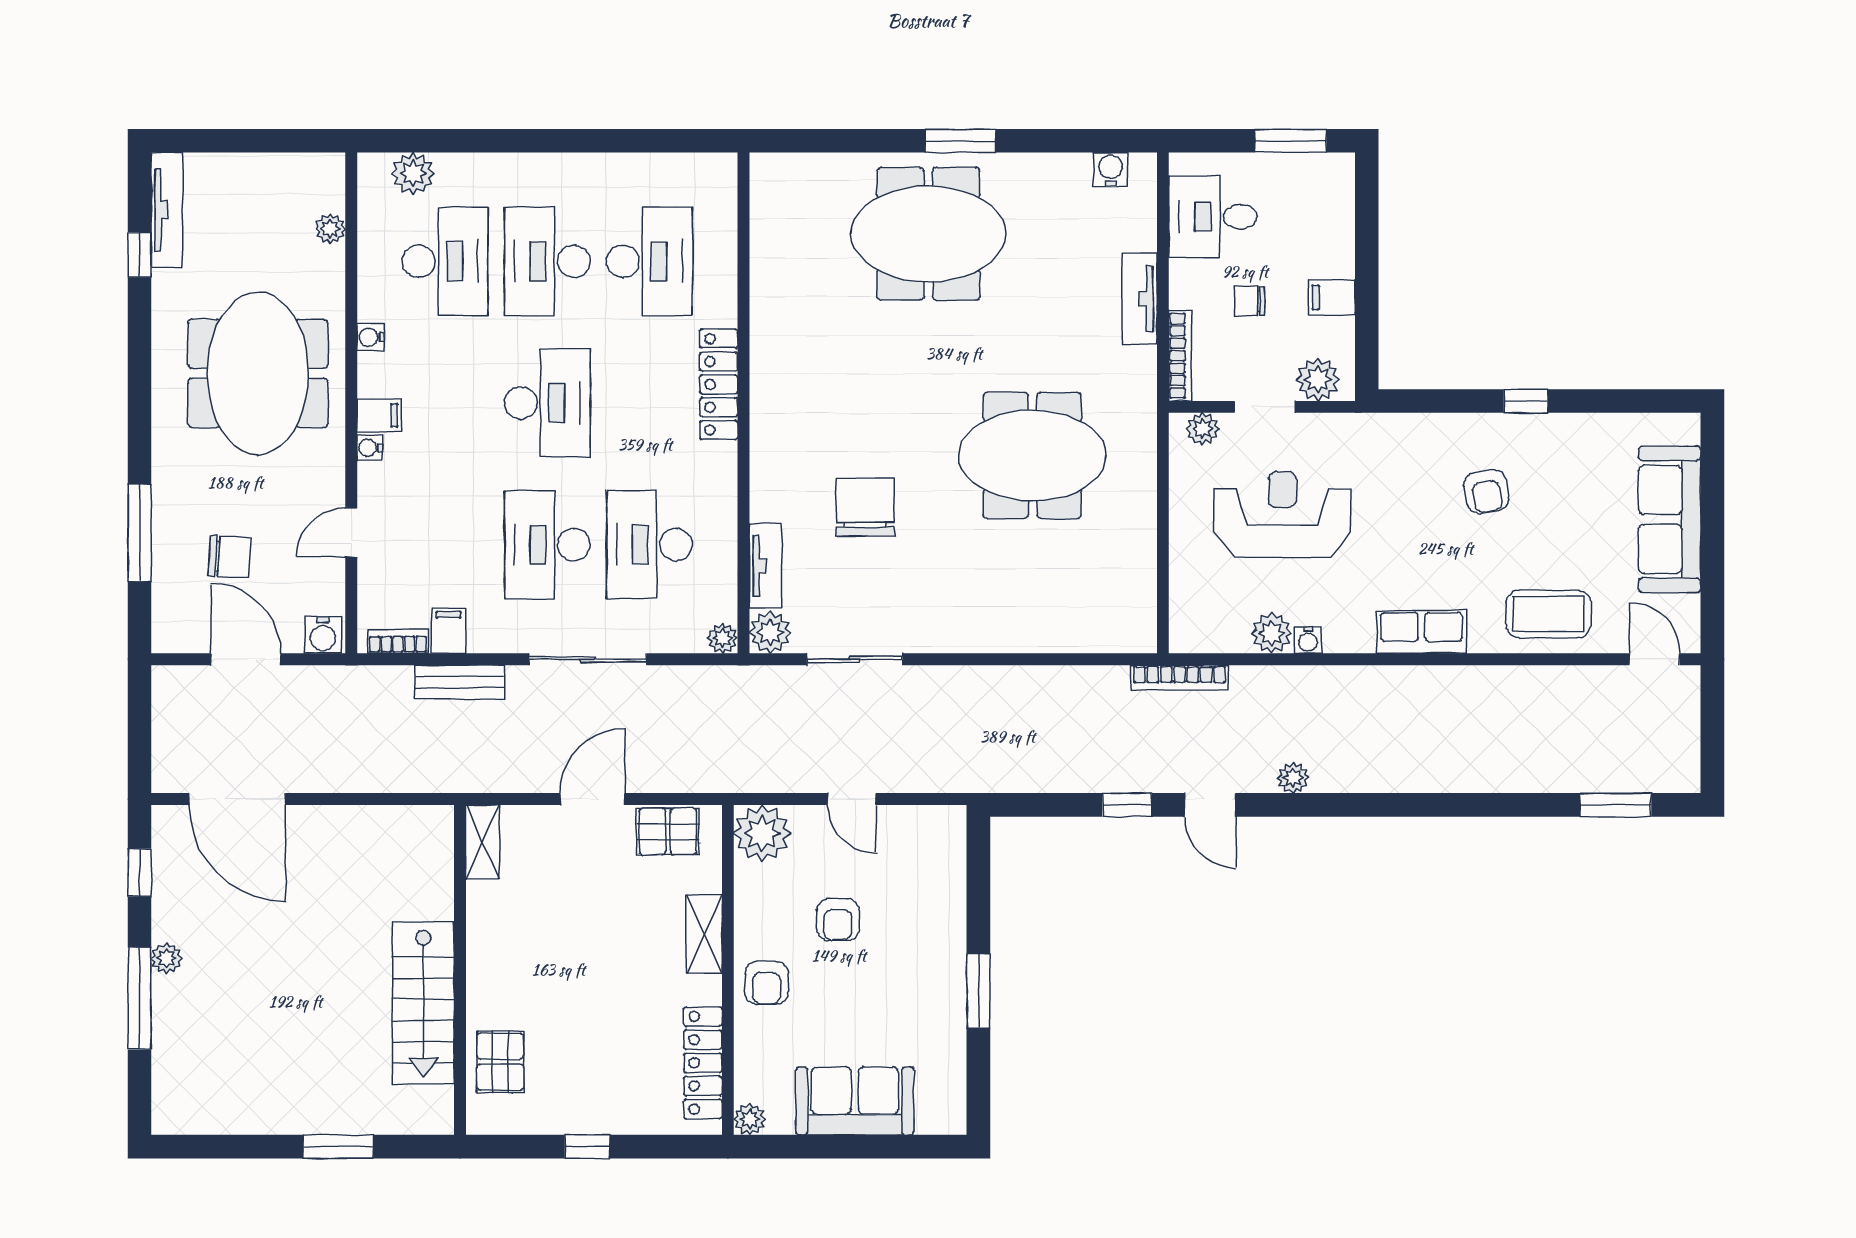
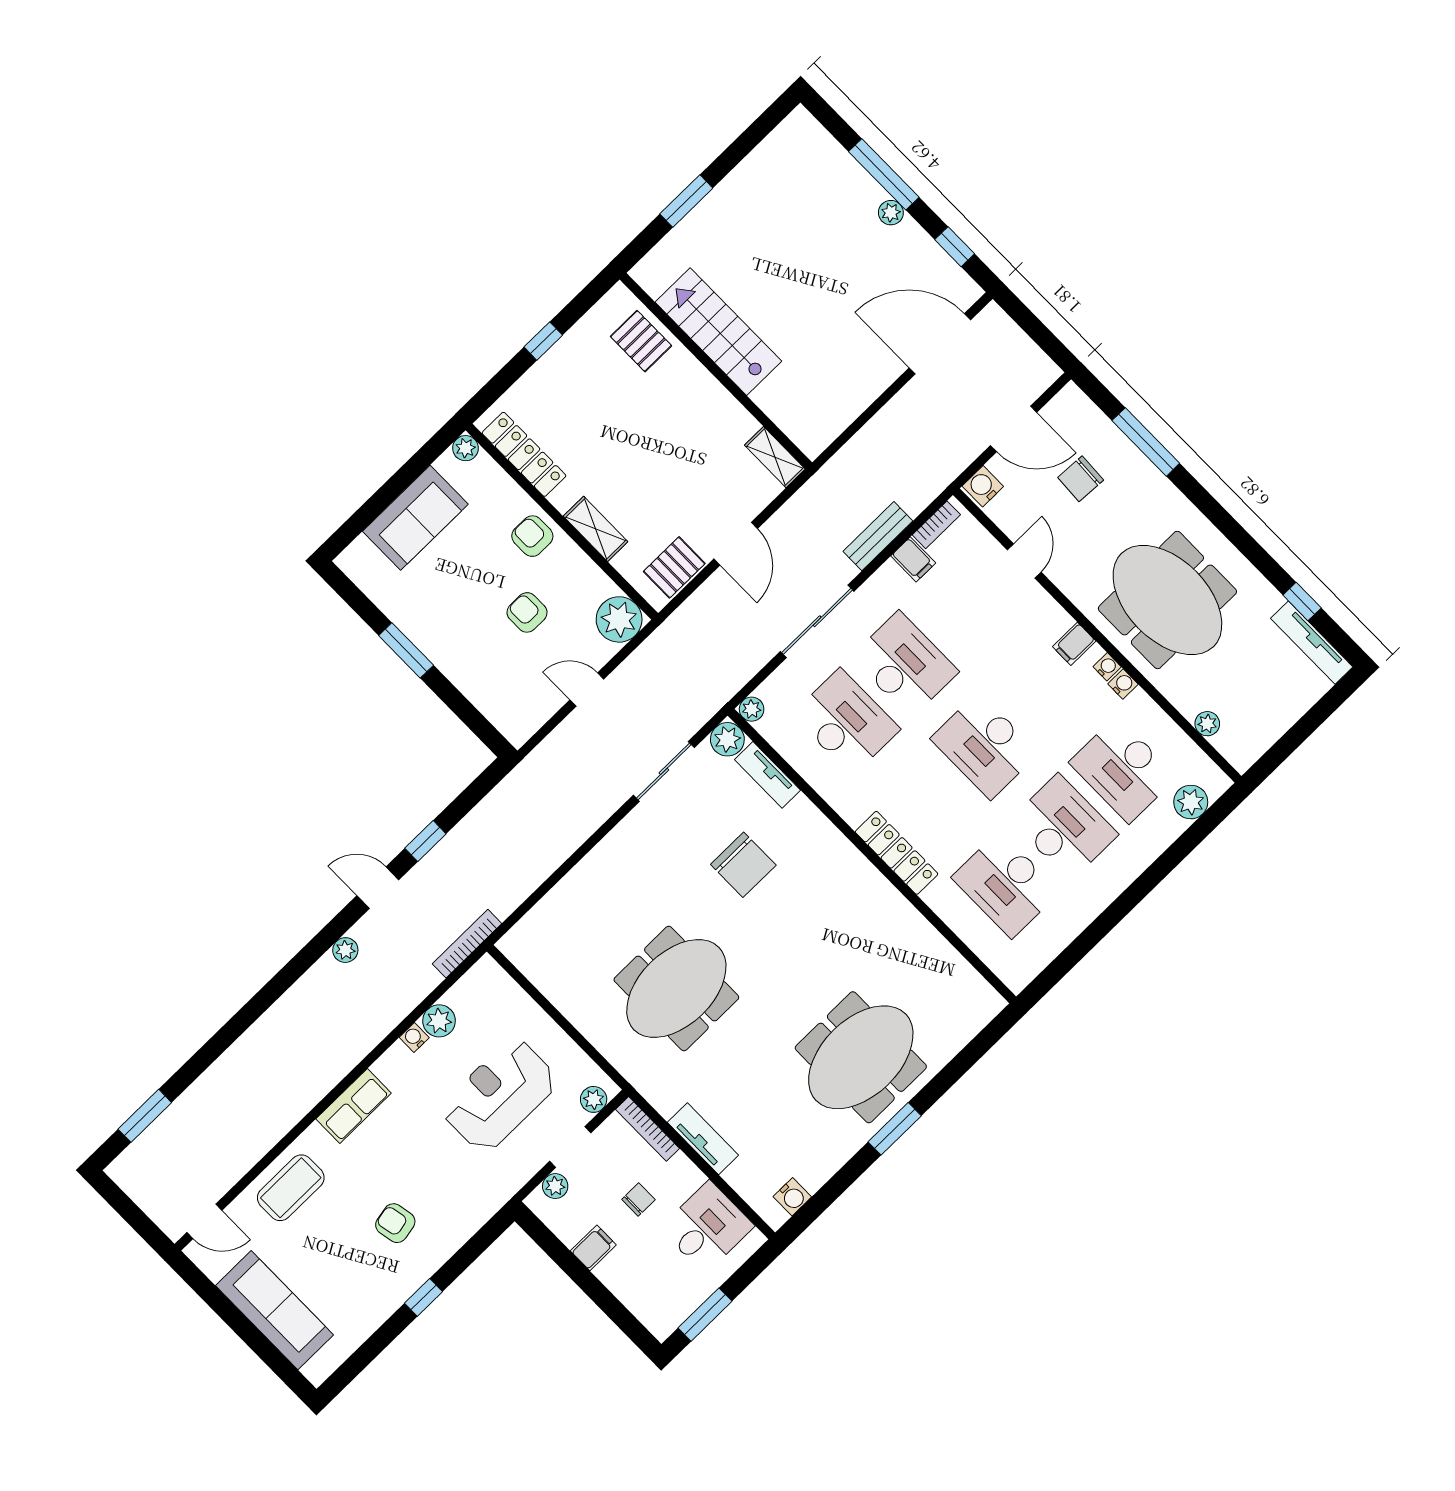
plant: (1318, 380) -> (555, 1186), width x0.73, depth x0.73
water cooler: (370, 448) -> (1107, 667), moved
reception desk: (1282, 515) -> (499, 1095), turned 180

